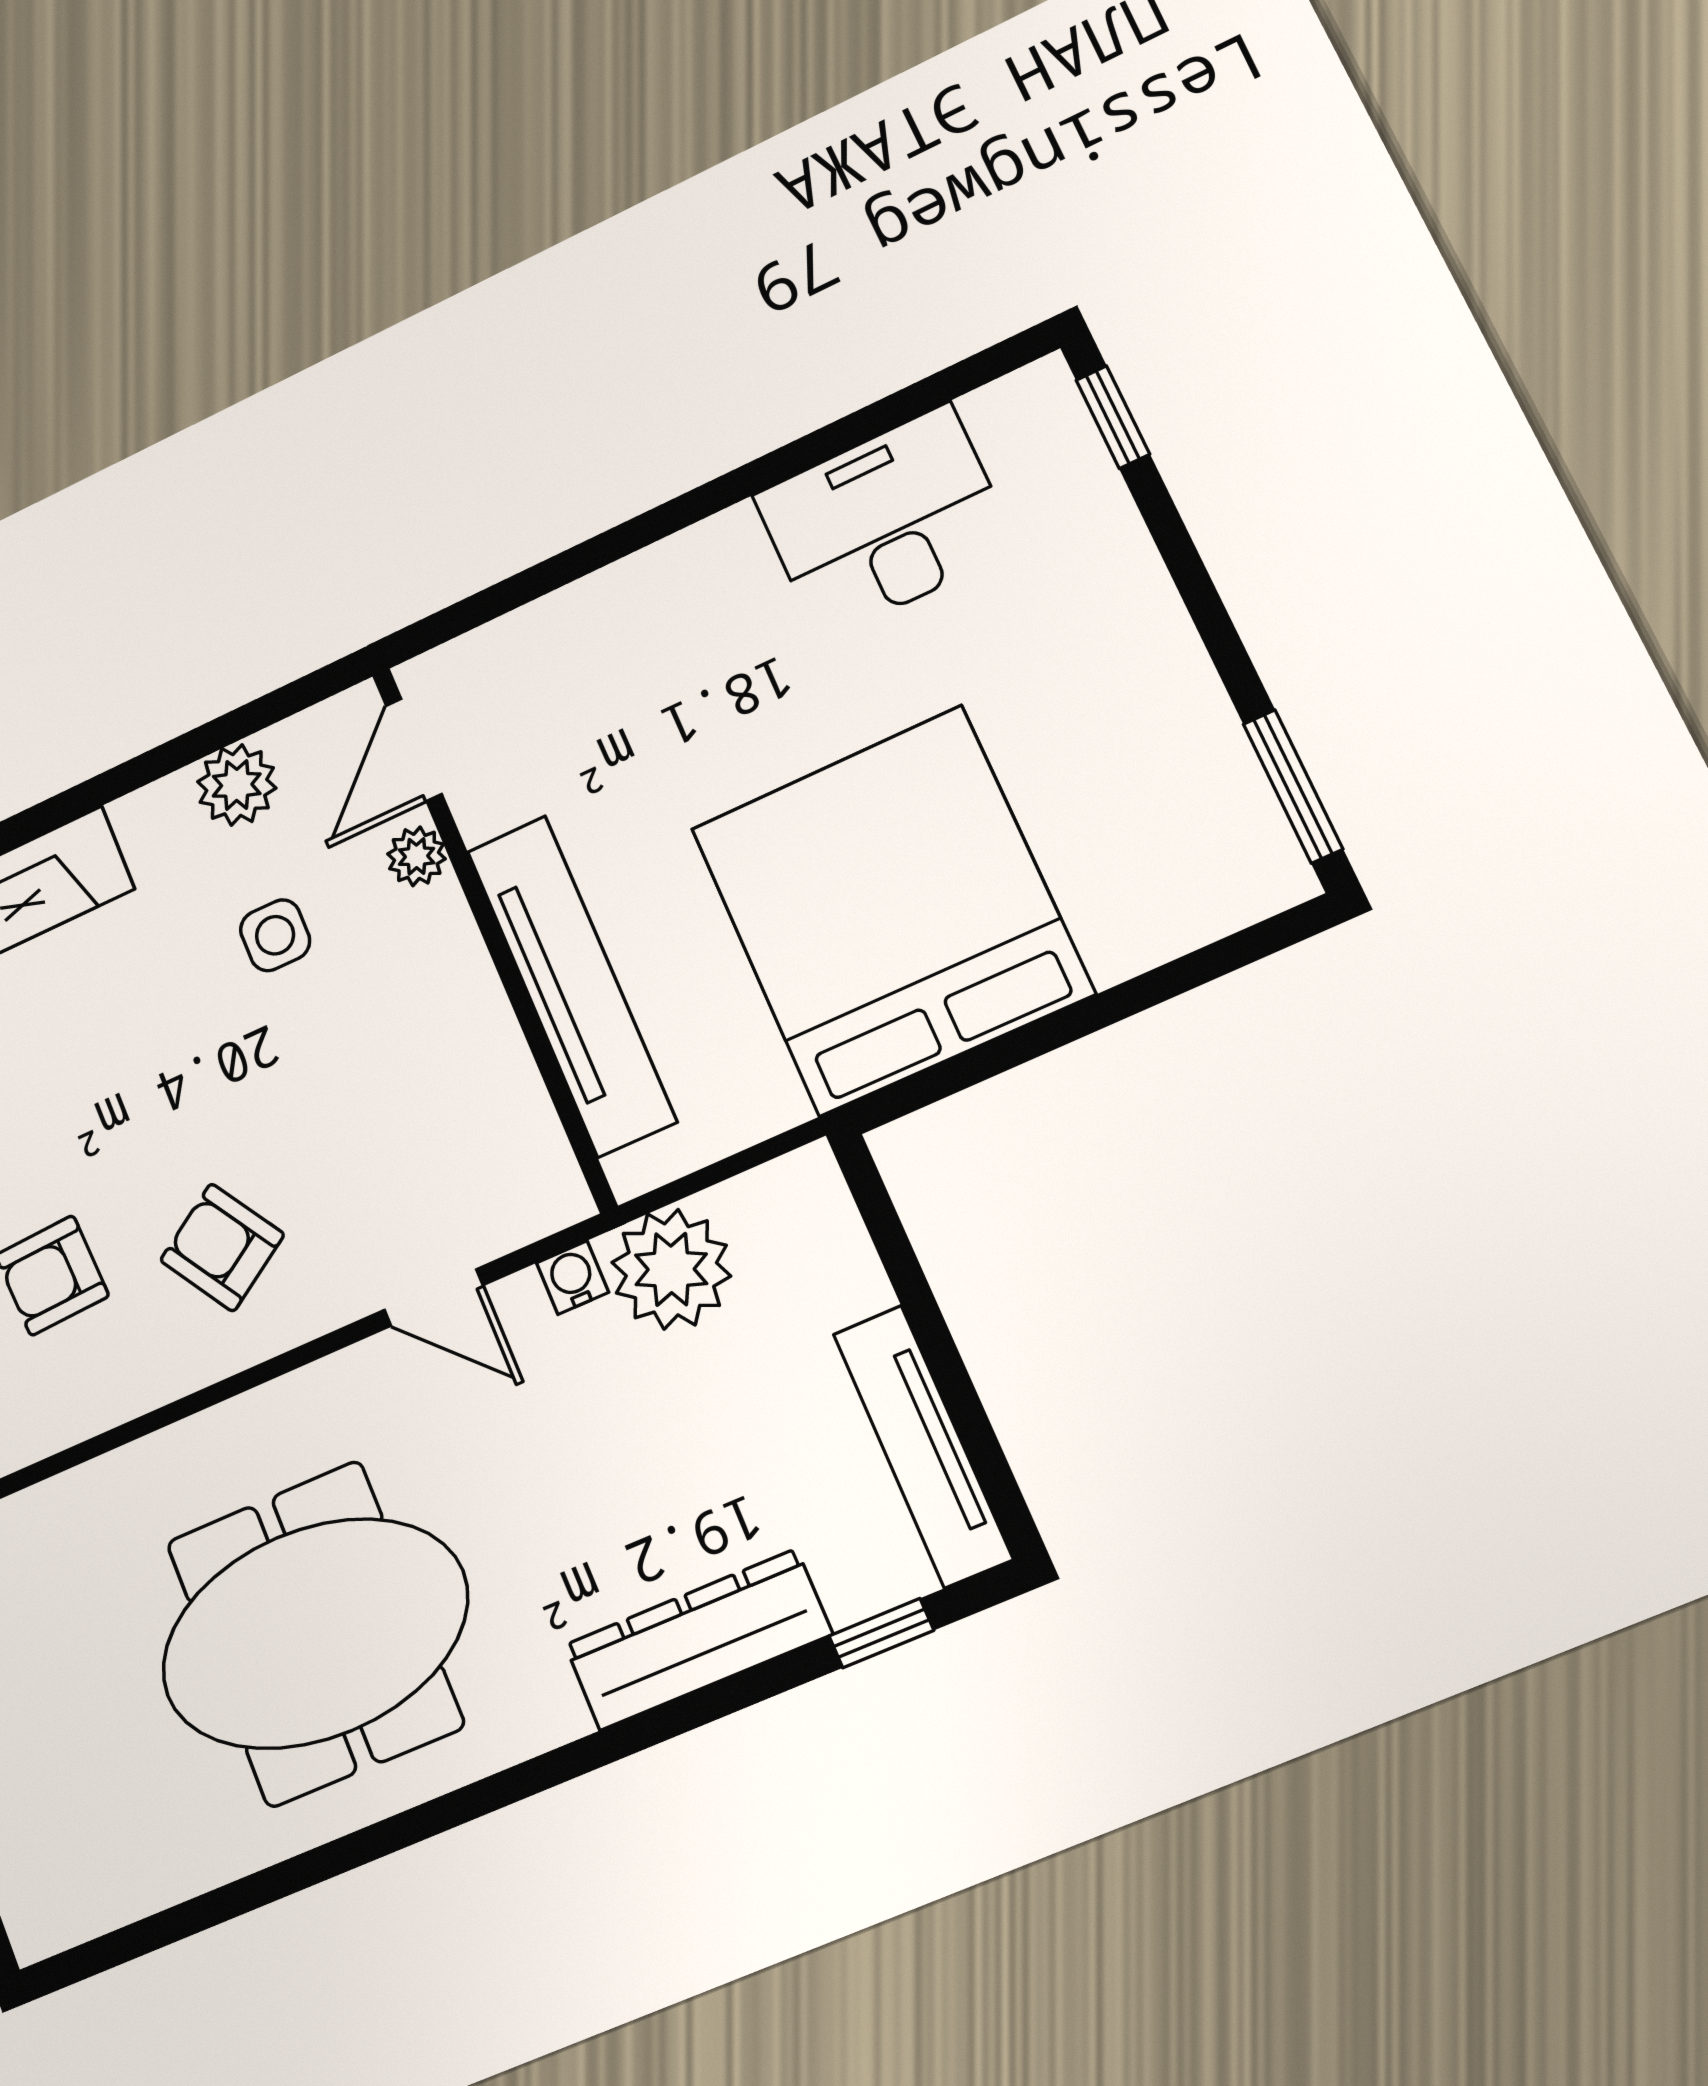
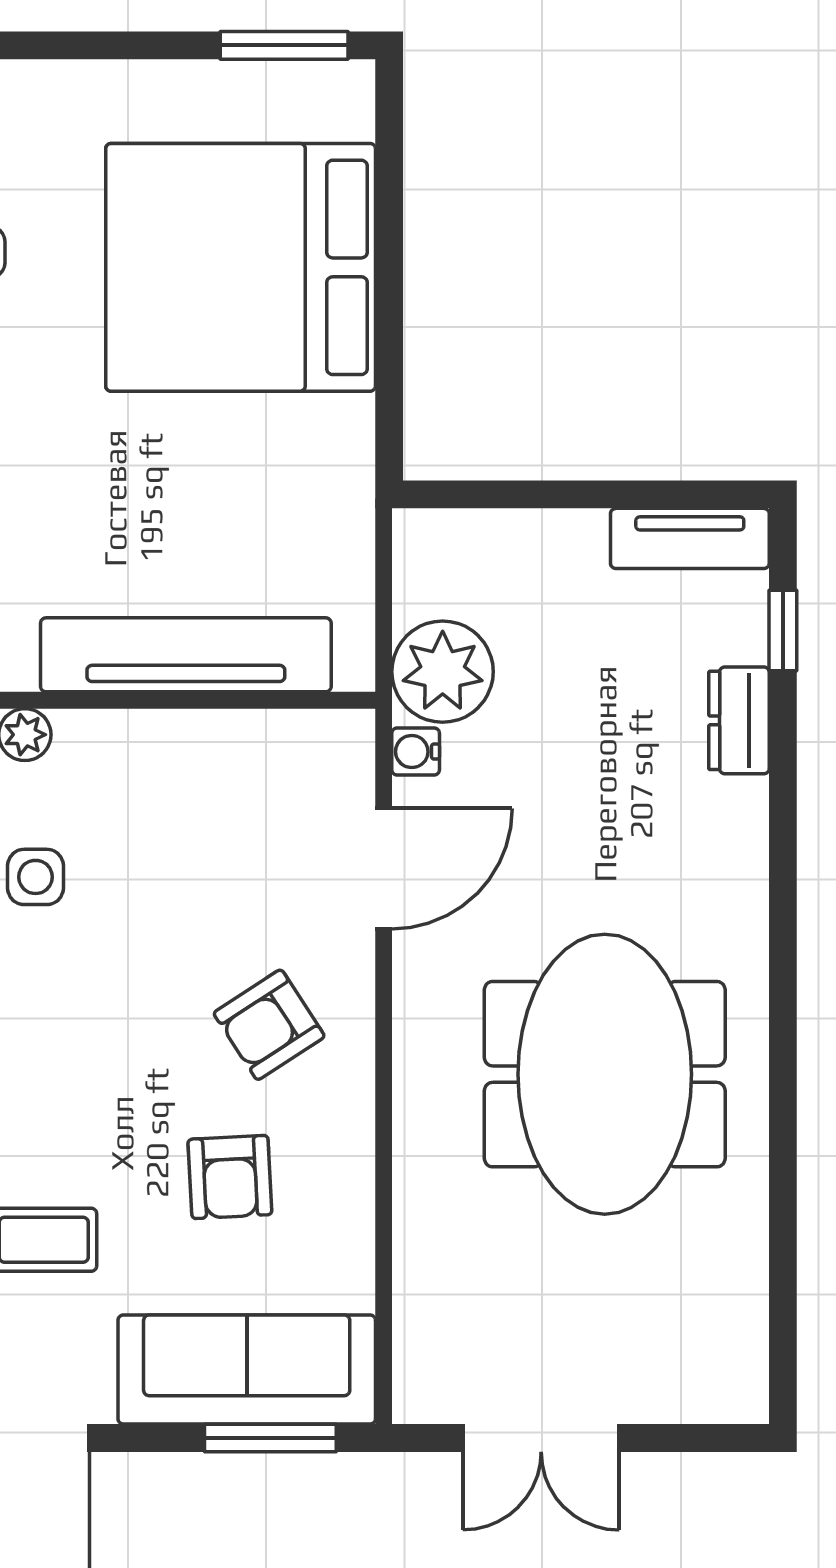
bed: (891, 910) -> (241, 267), moved
door: (434, 1298) -> (384, 869), width x1.38
tv unit: (923, 1446) -> (690, 538), width x0.71
dresser: (698, 1640) -> (739, 720), width x0.51, depth x0.80

